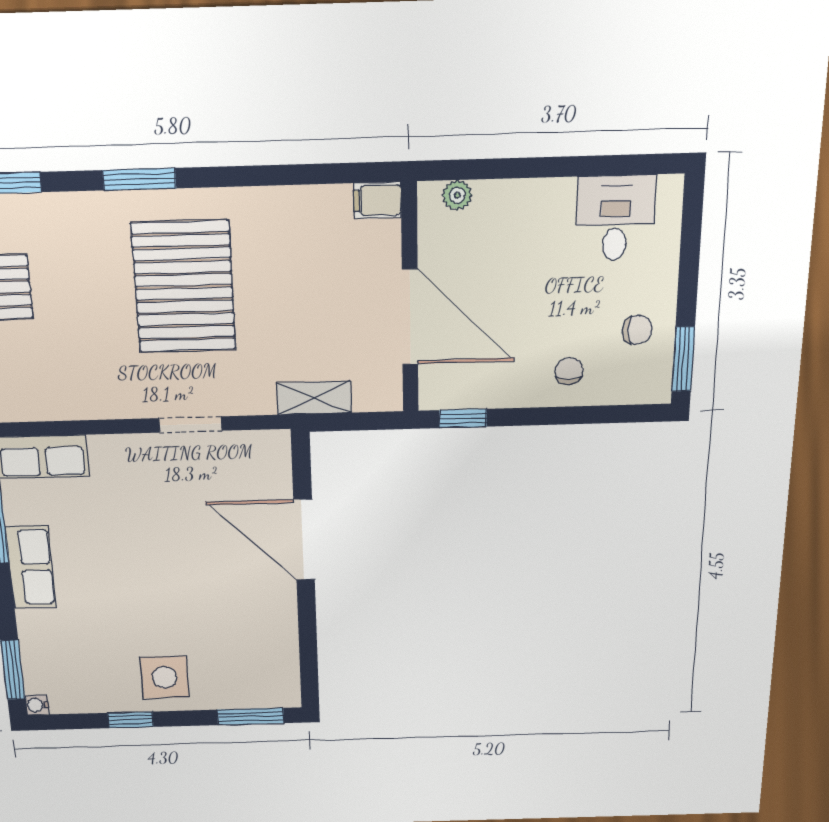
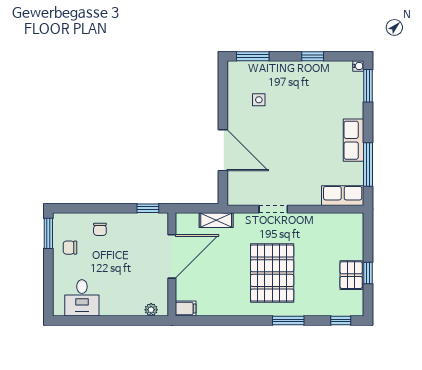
door: (410, 317) -> (172, 256), swing flipped
side table: (165, 677) -> (259, 100), moved, width x0.54, depth x0.54

